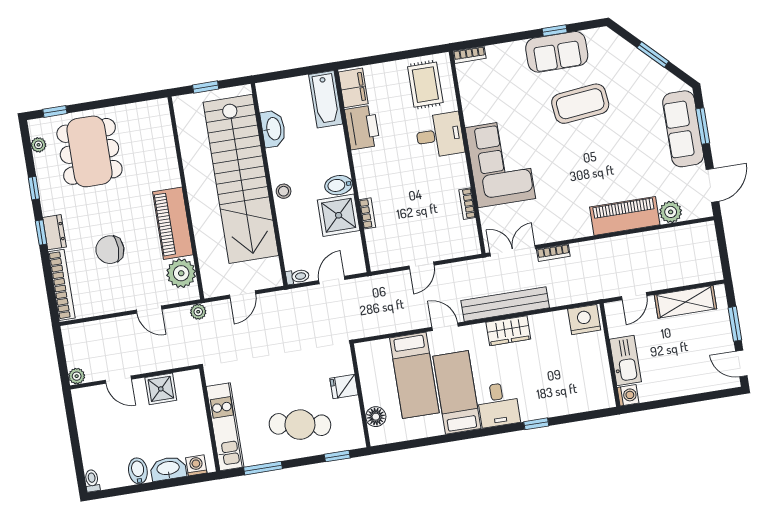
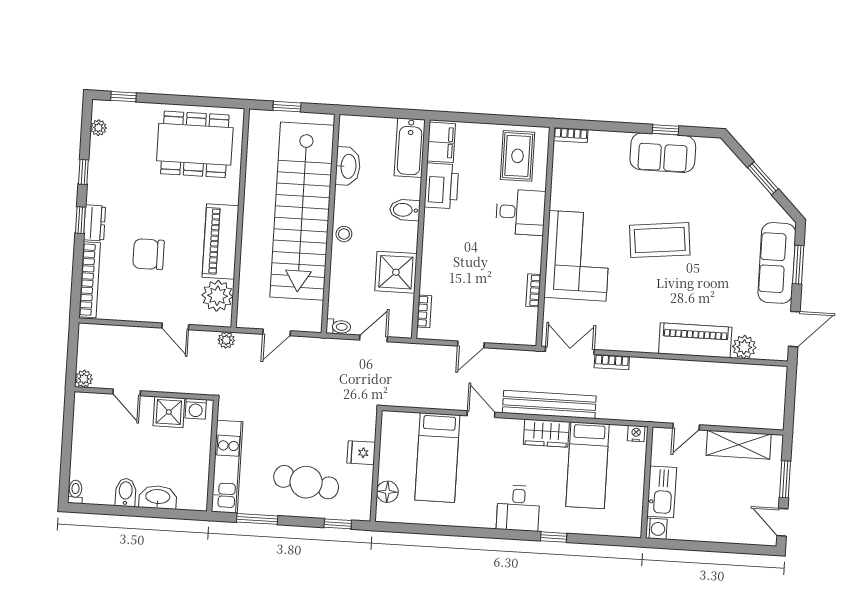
coffee table: (580, 104) -> (660, 240), moved
dining table: (89, 151) -> (195, 144), moved, turned 90
bidet: (339, 185) -> (405, 210), moved
bookcase: (367, 213) -> (424, 311), moved
nightstand: (584, 320) -> (636, 433), width x0.53, depth x0.56
bed: (457, 392) -> (588, 465), moved, turned 180
washing machine: (196, 465) -> (196, 409), moved, turned 180

